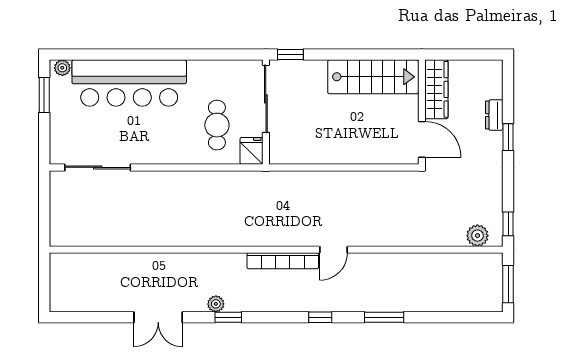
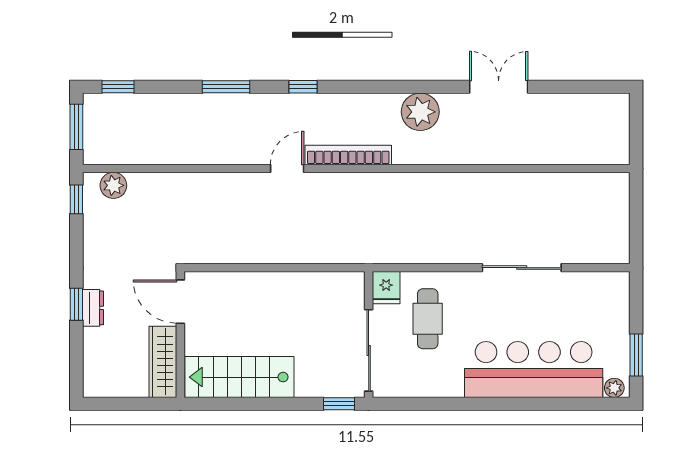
dresser: (494, 115) -> (93, 308), moved
sliding door: (98, 167) -> (522, 268), moved
plant: (216, 304) -> (420, 112), width x1.87, depth x1.87
window: (228, 317) -> (118, 87), moved

